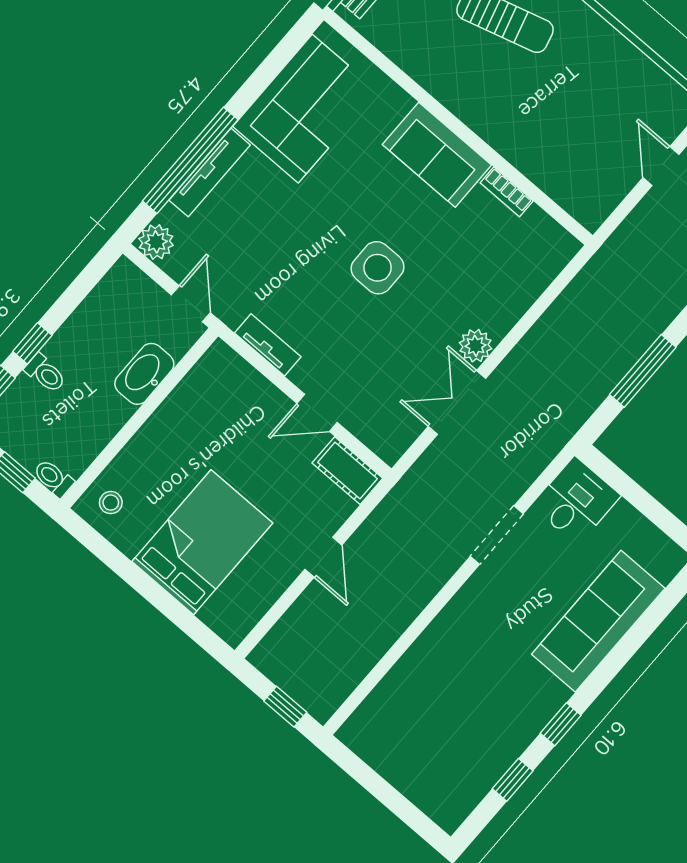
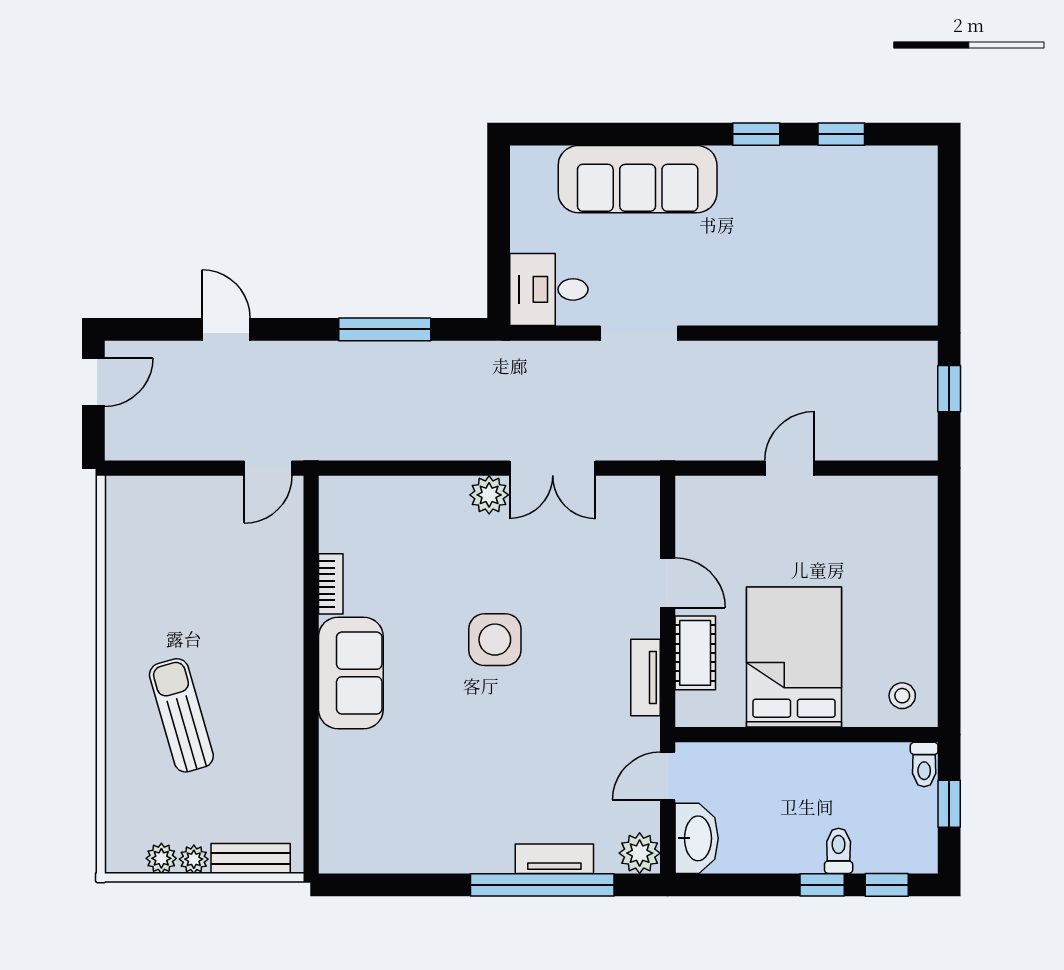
corner sofa: (305, 109) -> (410, 823), removed
door: (661, 166) -> (268, 468), moved
tv unit: (210, 173) -> (554, 859), width x0.71
washbasin: (144, 374) -> (697, 838), moved, turned -90
cot: (347, 471) -> (695, 653), moved
bed: (202, 542) -> (794, 657), moved, turned 90

